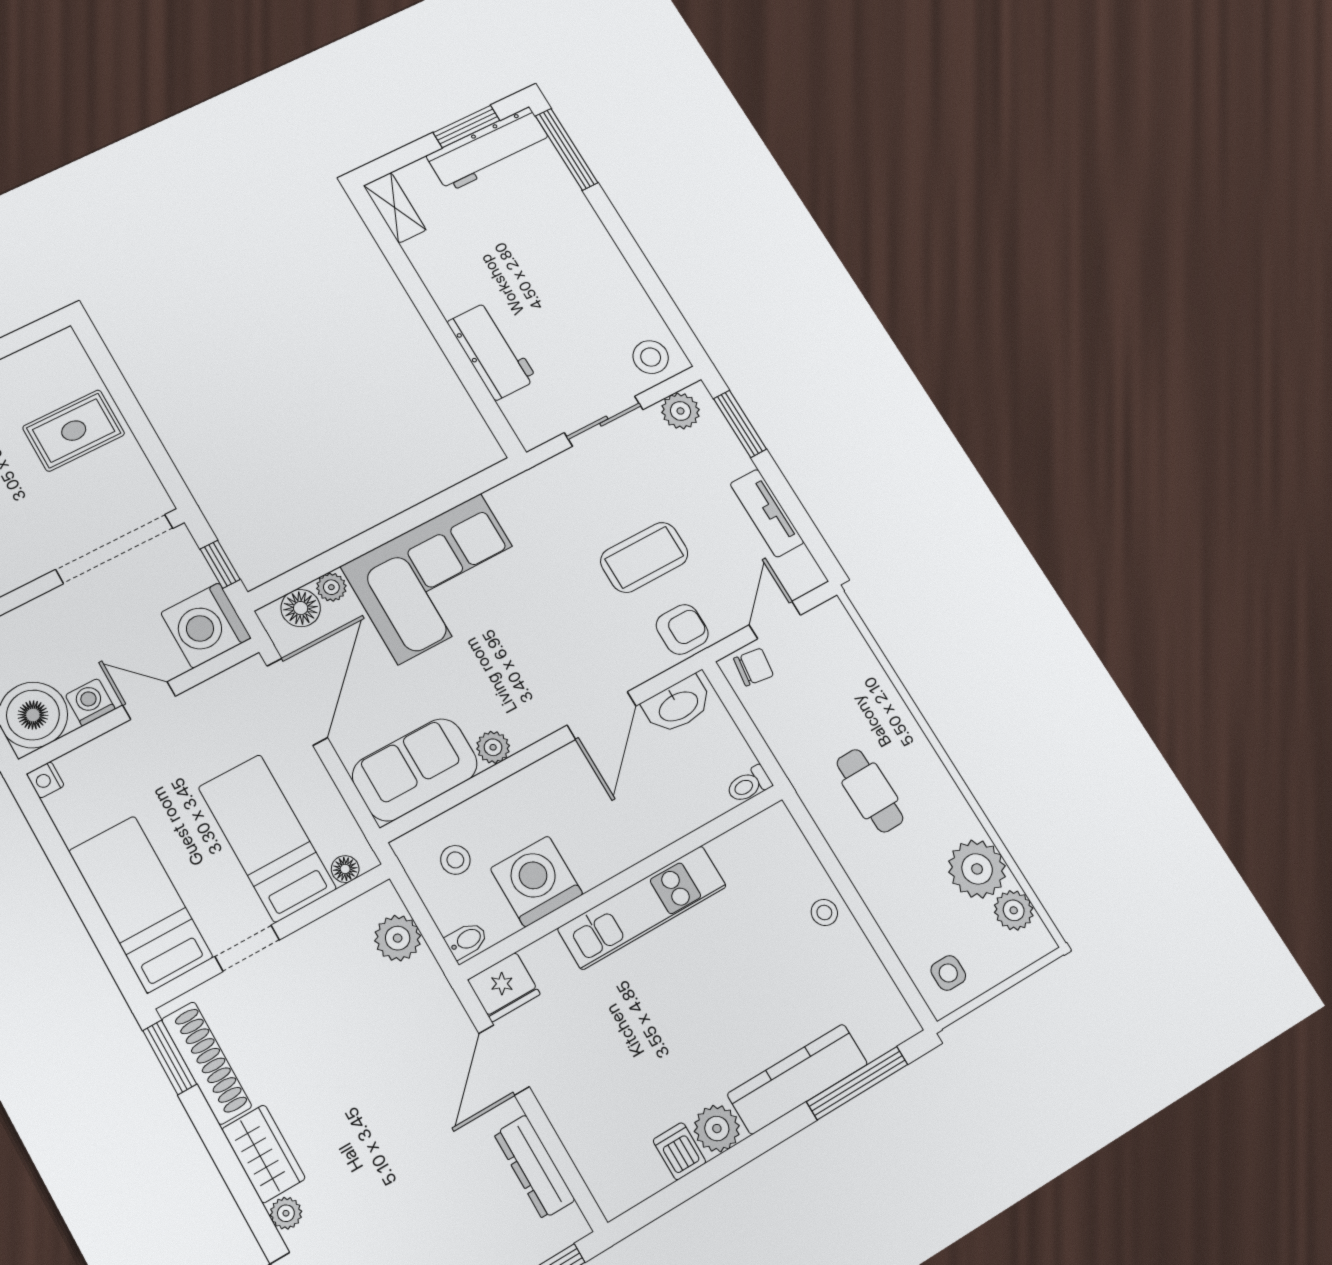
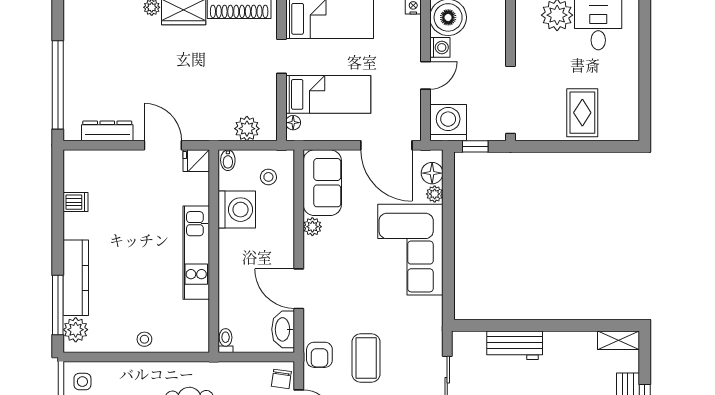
fridge: (504, 987) -> (196, 161), width x0.72
plant: (717, 1129) -> (76, 330), moved

